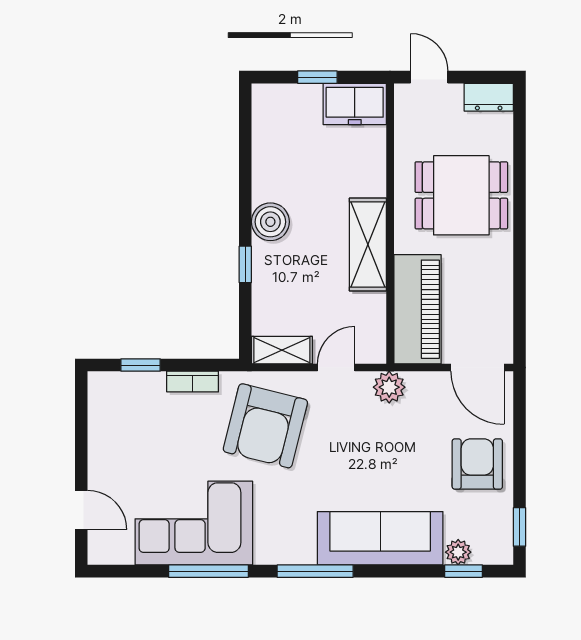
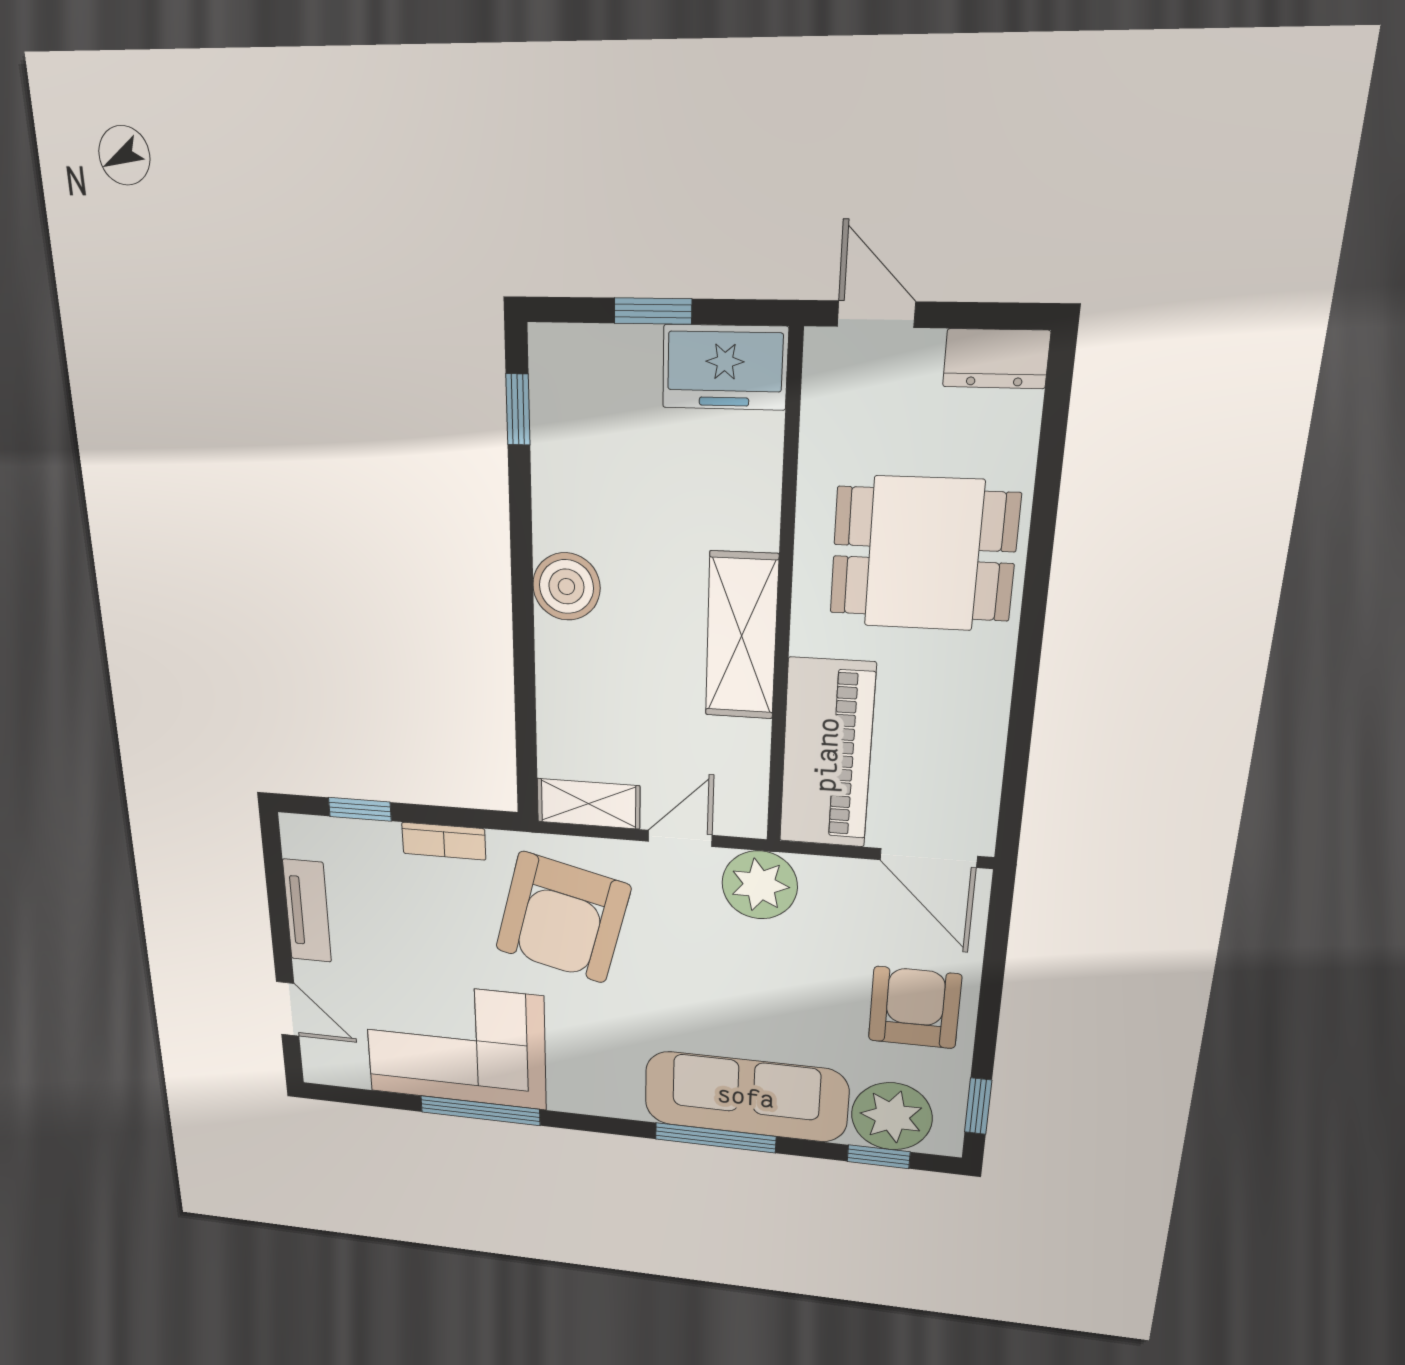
window: (245, 264) -> (518, 409), moved
plant: (389, 387) -> (760, 885), width x1.36, depth x1.36
tv unit: (101, 437) -> (307, 911), added
plant: (458, 552) -> (892, 1116), width x1.88, depth x1.88
window: (315, 571) -> (715, 1138), moved

